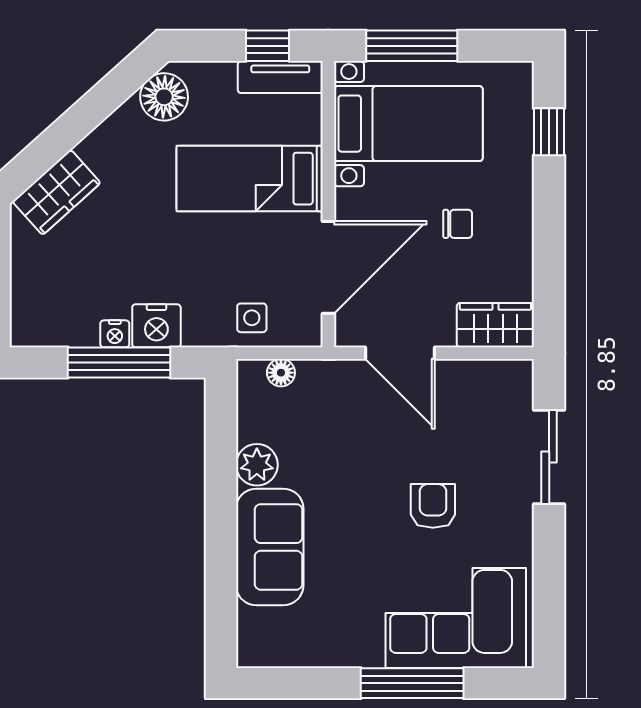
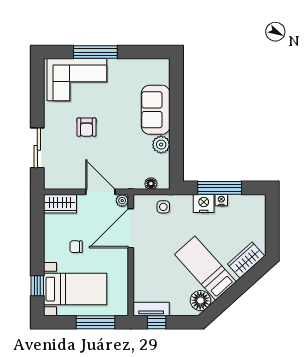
bed with nightstands: (408, 124) -> (75, 289), moved, turned 180
bed: (250, 179) -> (205, 268), moved, turned -132
plant: (349, 333) -> (122, 201), added

